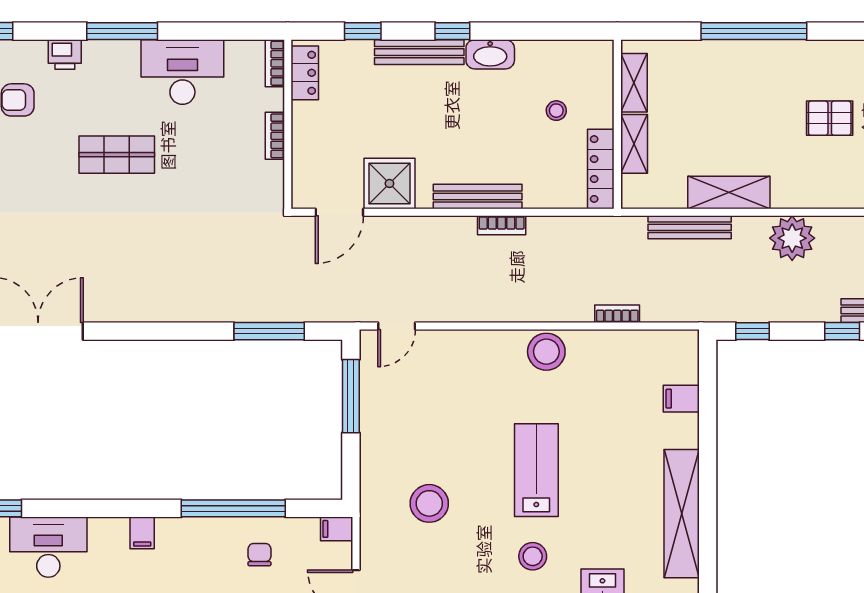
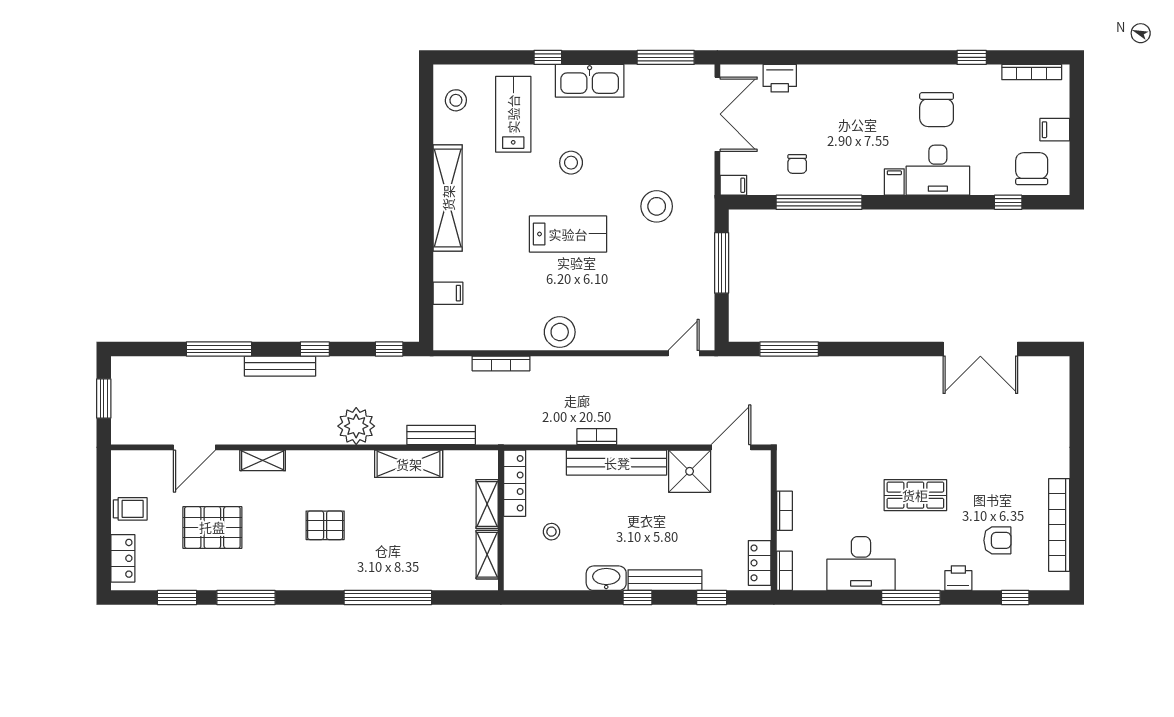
bench: (478, 197) -> (617, 463), width x1.37, depth x1.21
bookcase: (617, 314) -> (501, 363), width x1.56
window: (351, 396) -> (722, 263), moved
lab bench: (536, 470) -> (568, 234), turned -90
desk: (48, 547) -> (938, 170), moved

